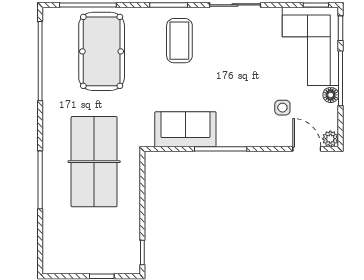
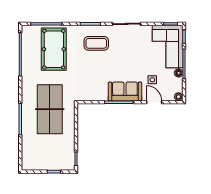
coffee table: (179, 41) -> (96, 43), turned 90
sofa: (185, 129) -> (125, 92), moved
door: (307, 149) -> (154, 102), moved

